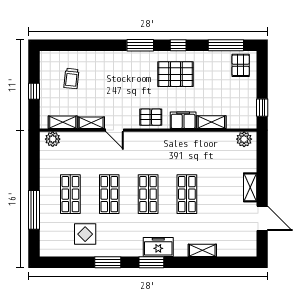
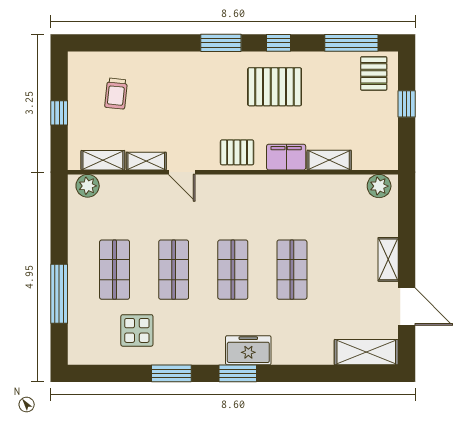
window: (262, 108) -> (407, 104), moved
shelving: (202, 250) -> (366, 352), moved, width x1.50, depth x1.33

